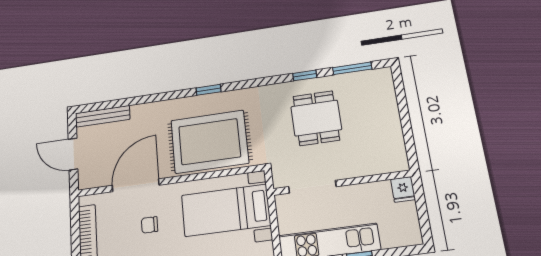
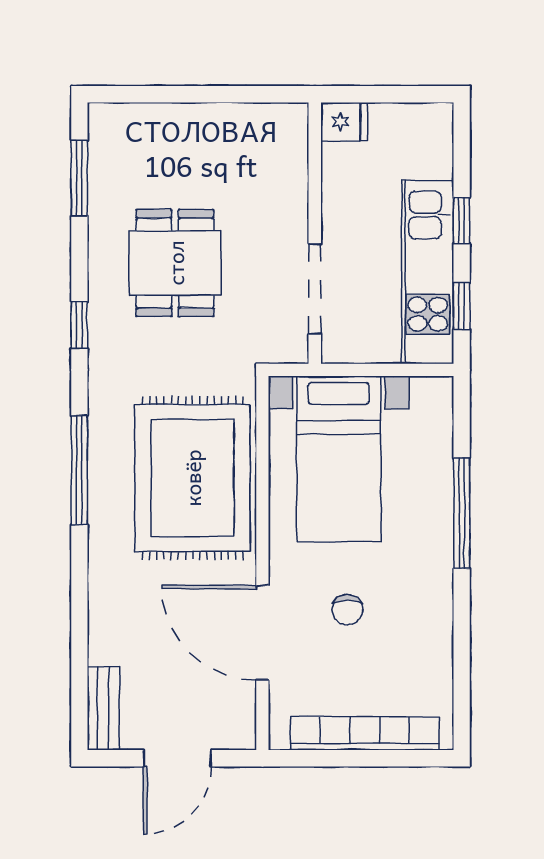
window: (305, 75) -> (79, 325), moved
window: (209, 90) -> (79, 470), width x2.17
bench: (103, 116) -> (103, 708), width x0.73
dining table: (316, 118) -> (175, 263), turned 90

